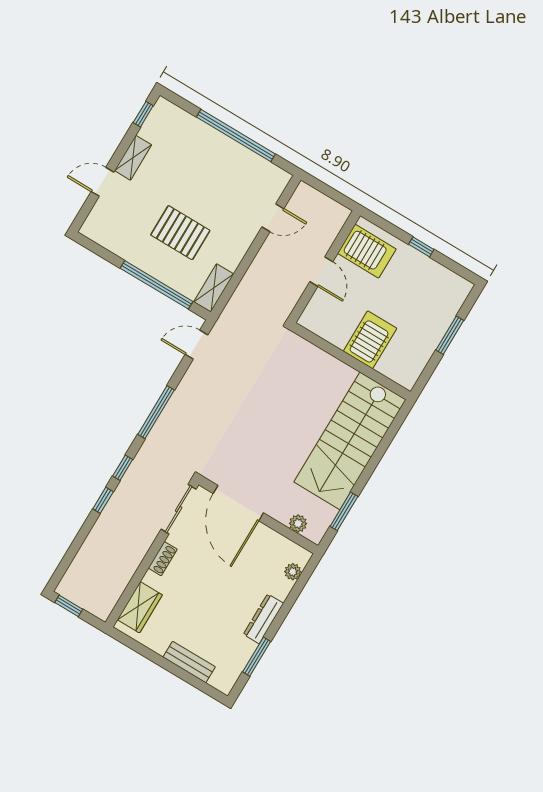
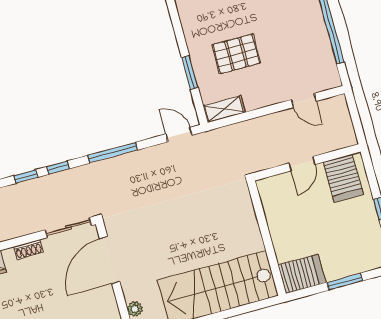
pallet: (180, 233) -> (236, 54), turned 90
window: (156, 285) -> (190, 72), width x0.47
server rack: (370, 340) -> (302, 274), moved

